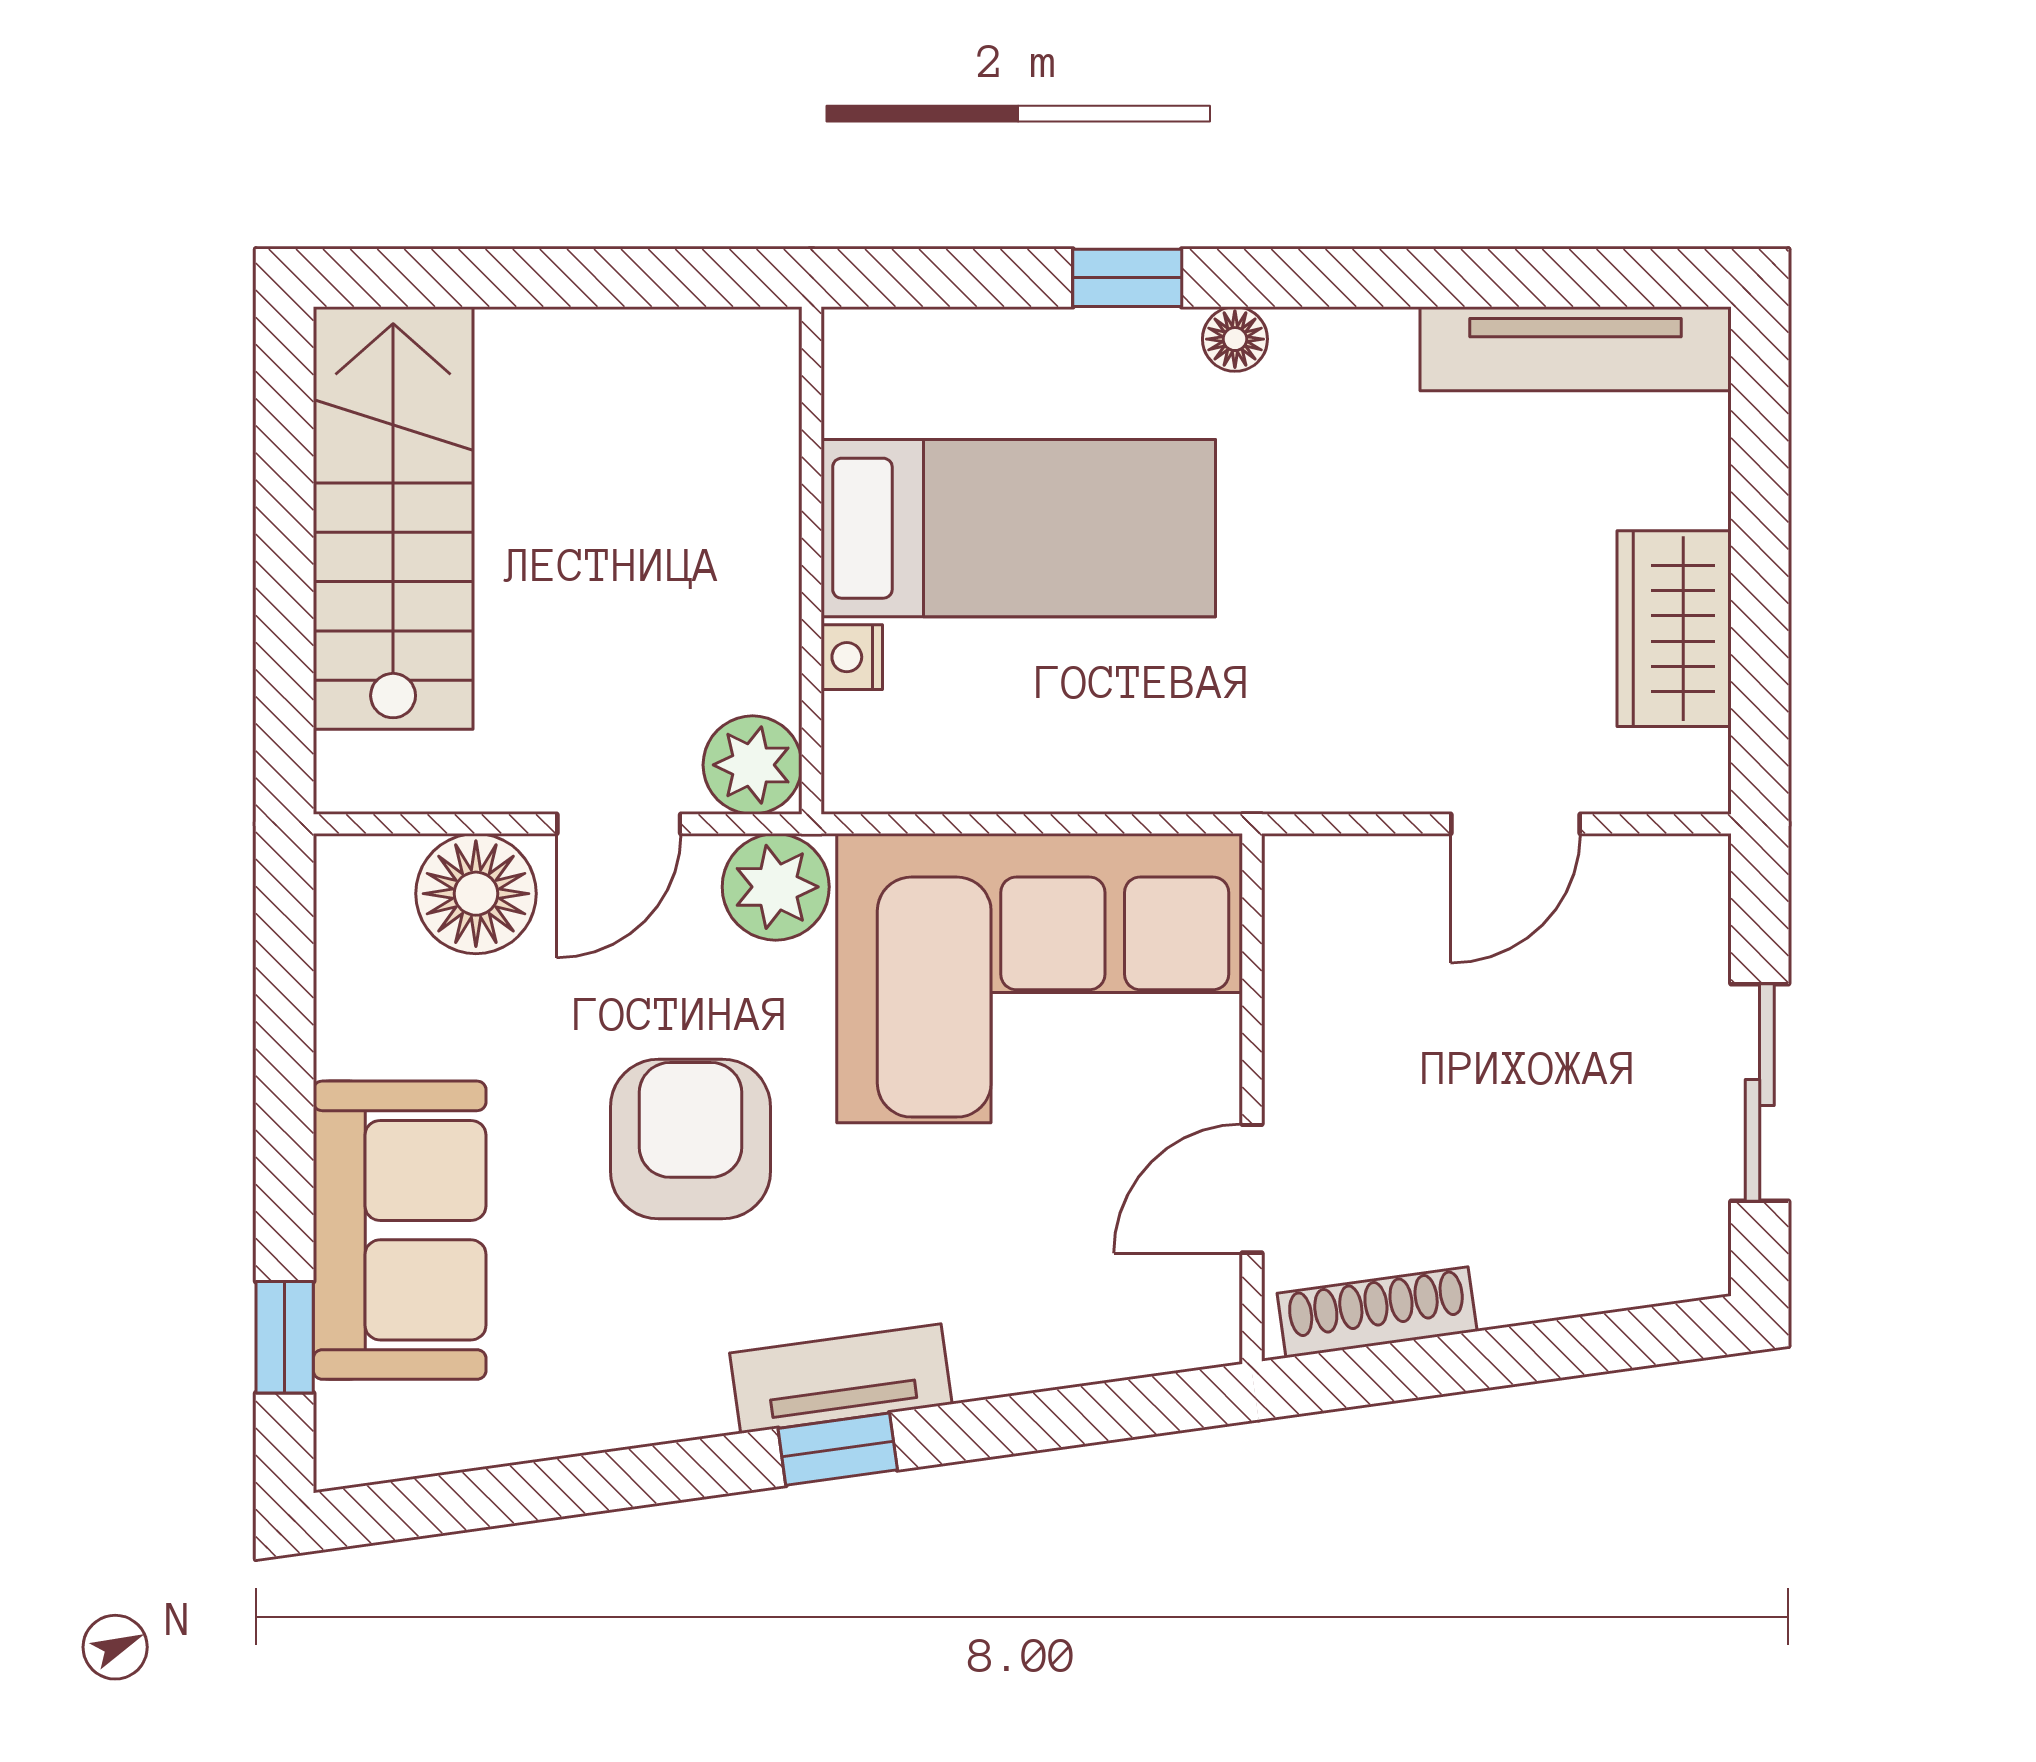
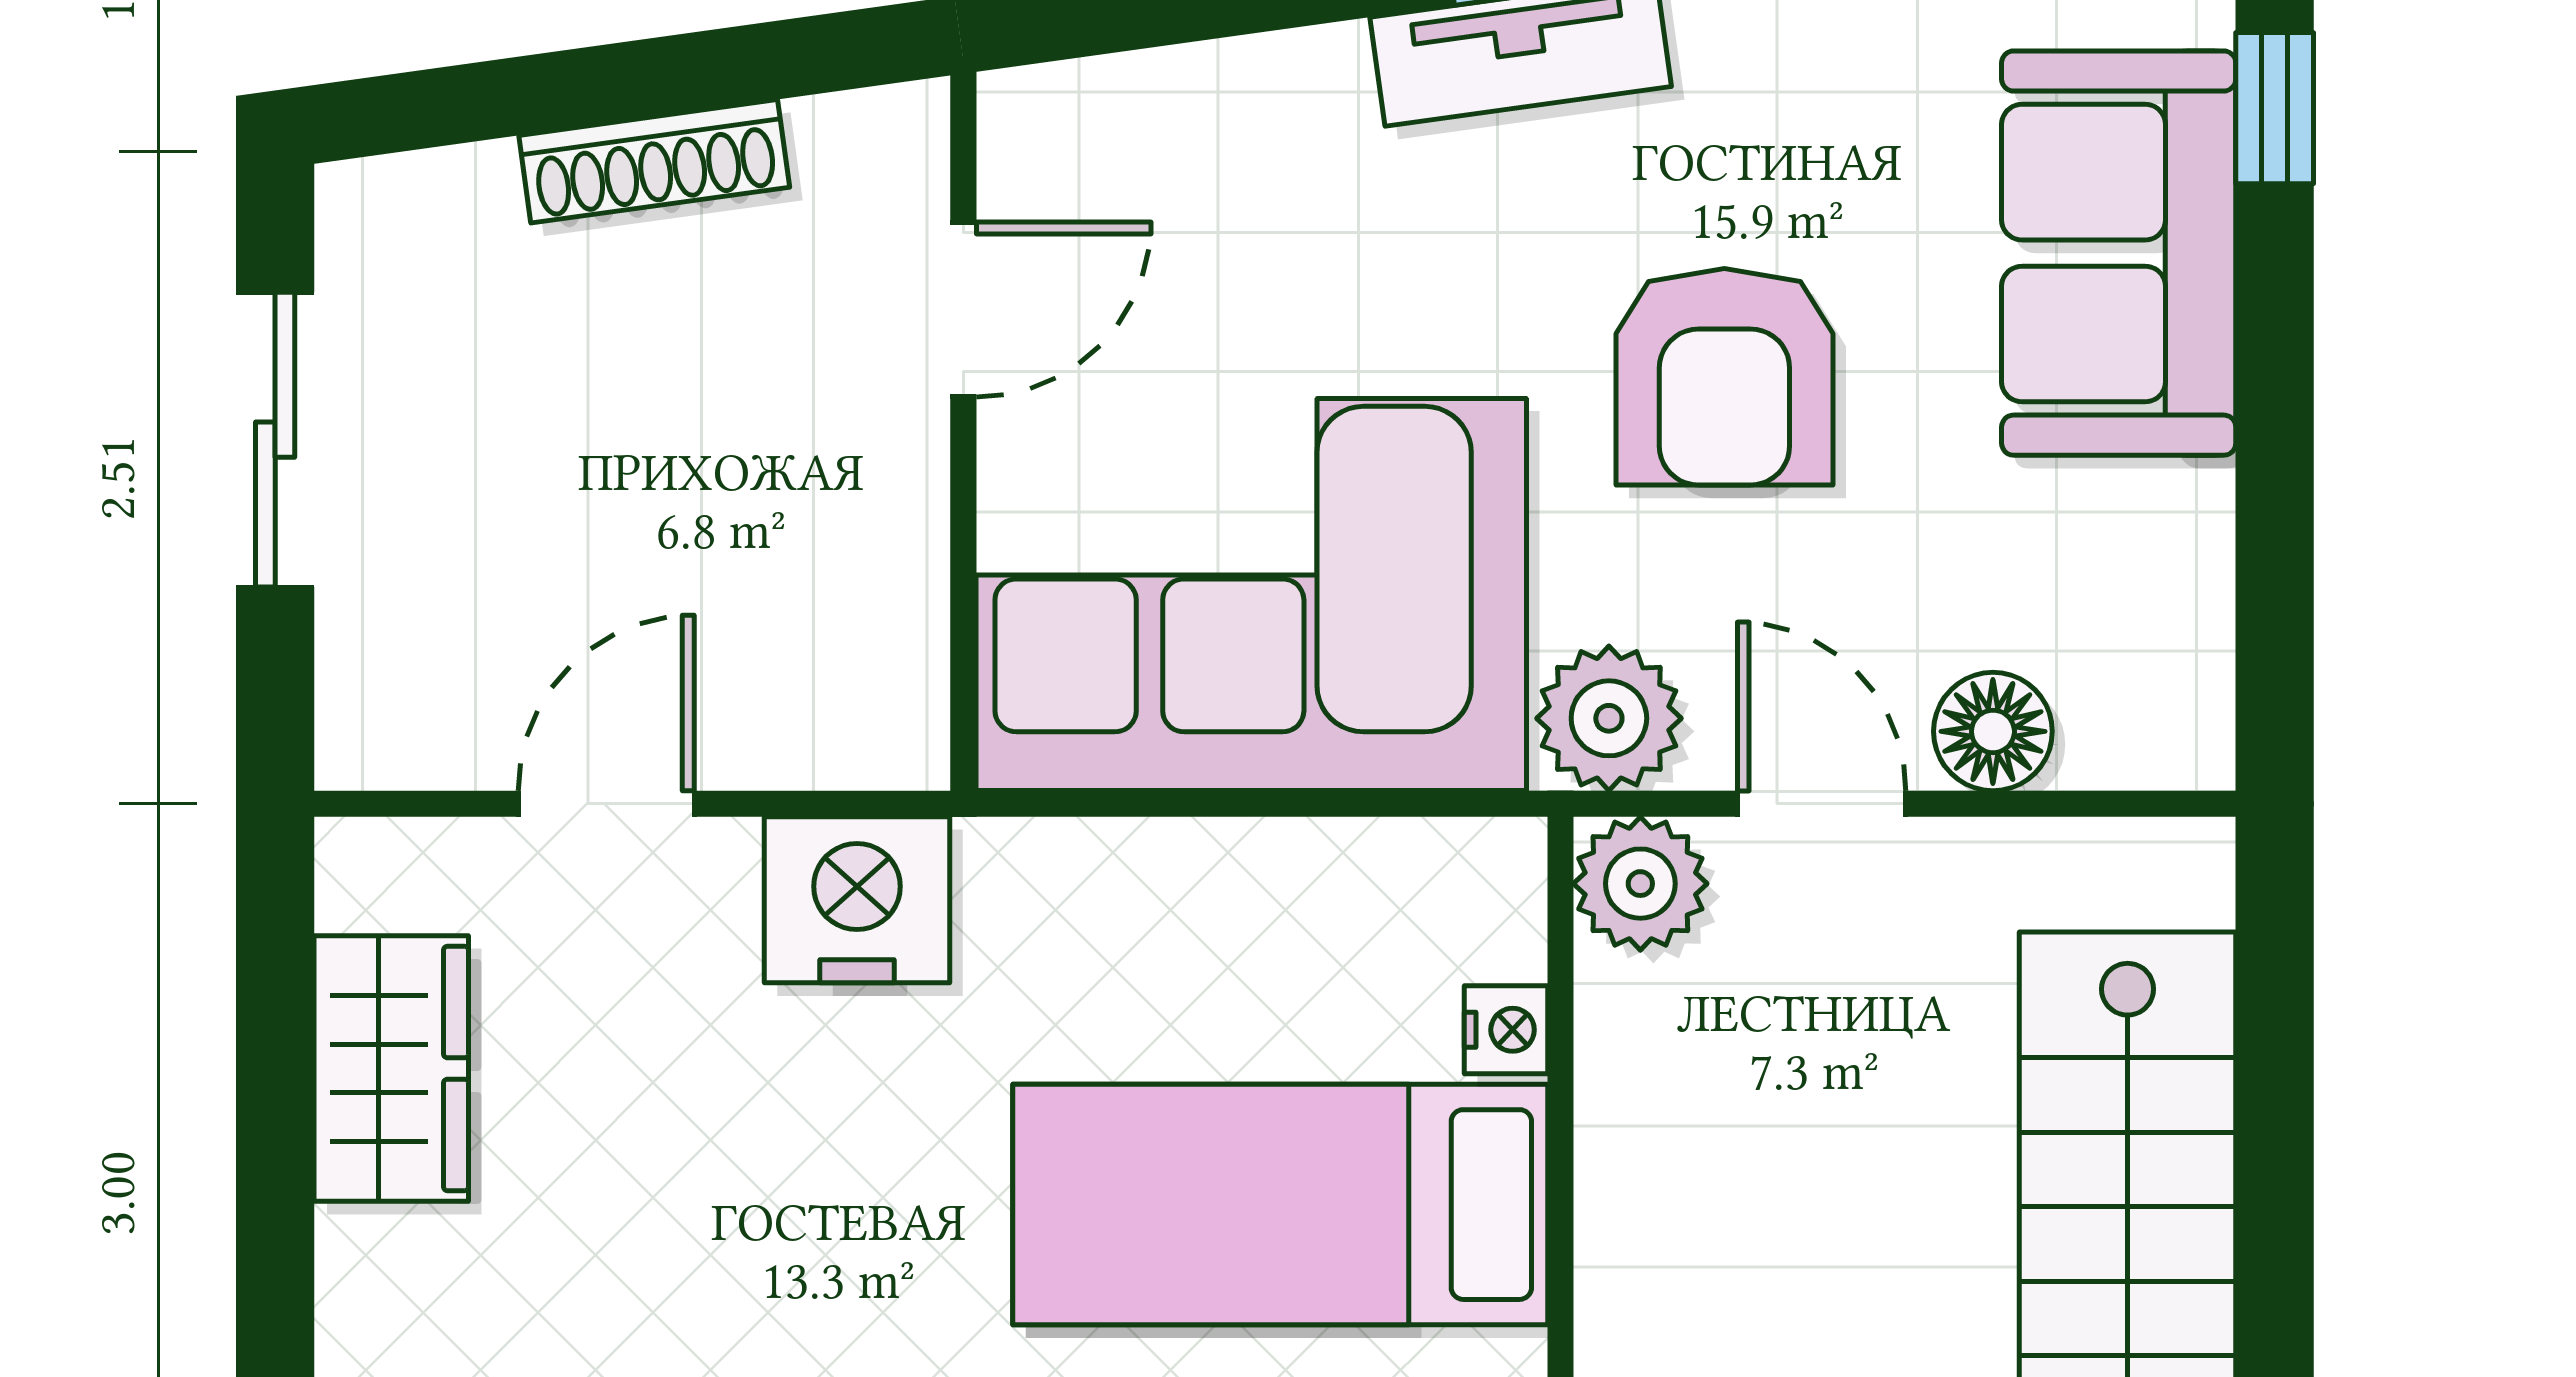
nightstand: (1330, 753) -> (857, 900), added
door: (619, 824) -> (1822, 804), hinge flipped
floor lamp: (476, 894) -> (1993, 731), width x0.73, depth x0.73
shoe rack: (1377, 1312) -> (654, 161), moved

